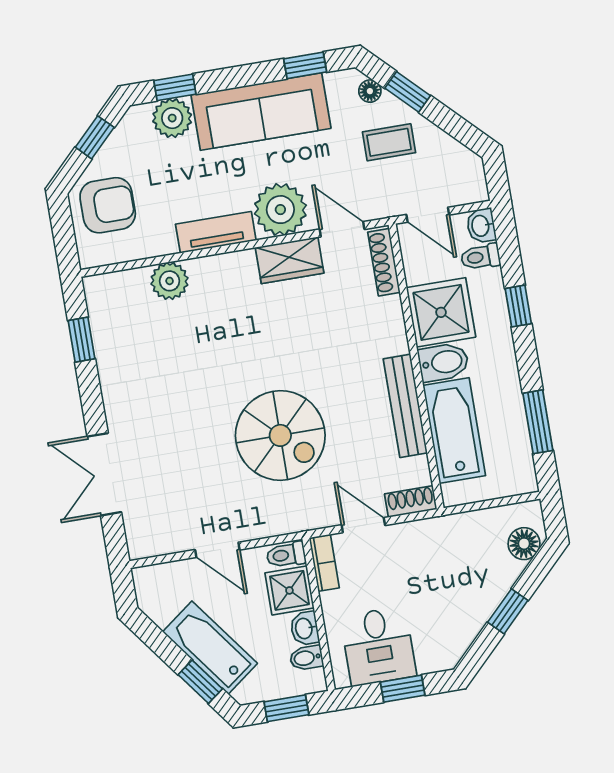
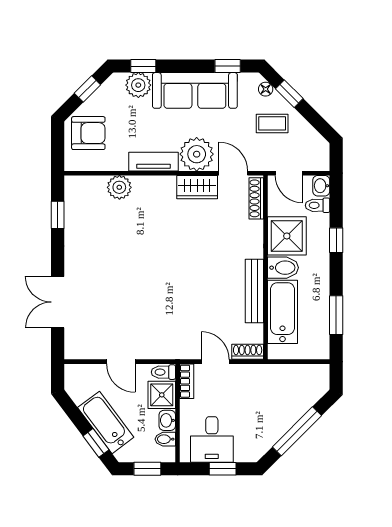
spiral stairs: (280, 435) -> (173, 296), removed
floor lamp: (524, 544) -> (314, 390), removed
window: (508, 611) -> (297, 431), width x2.17

